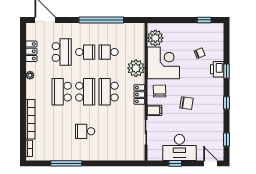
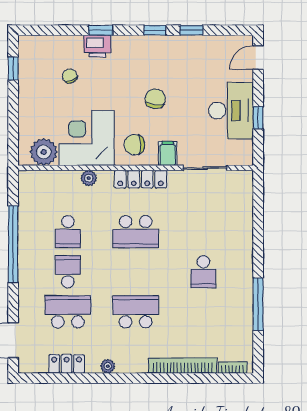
plant: (136, 68) -> (89, 178), width x0.53, depth x0.53
school desk: (62, 92) -> (136, 312), turned 180
school desk: (85, 92) -> (136, 272), removed
locker: (139, 94) -> (140, 179), width x1.53
window: (226, 139) -> (191, 30), moved

